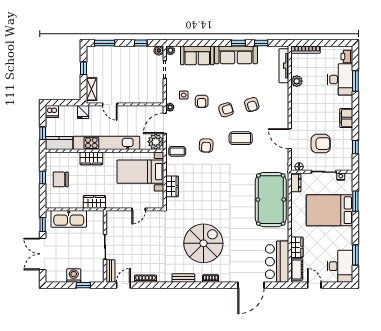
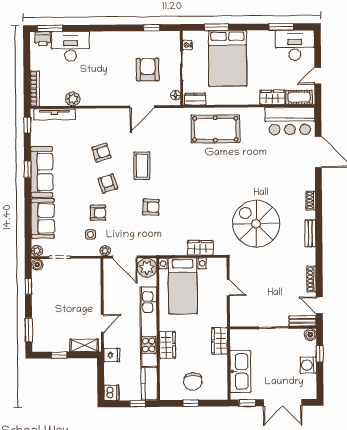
window: (261, 43) -> (27, 125), moved
window: (355, 81) -> (50, 28), moved
filing cabinet: (346, 118) -> (117, 39), removed
coffee table: (177, 151) -> (158, 242), removed
pool table: (271, 200) -> (215, 129), width x0.73, depth x0.76
spiral stairs: (203, 243) -> (256, 224), moved
boiler: (99, 277) -> (310, 335), added

